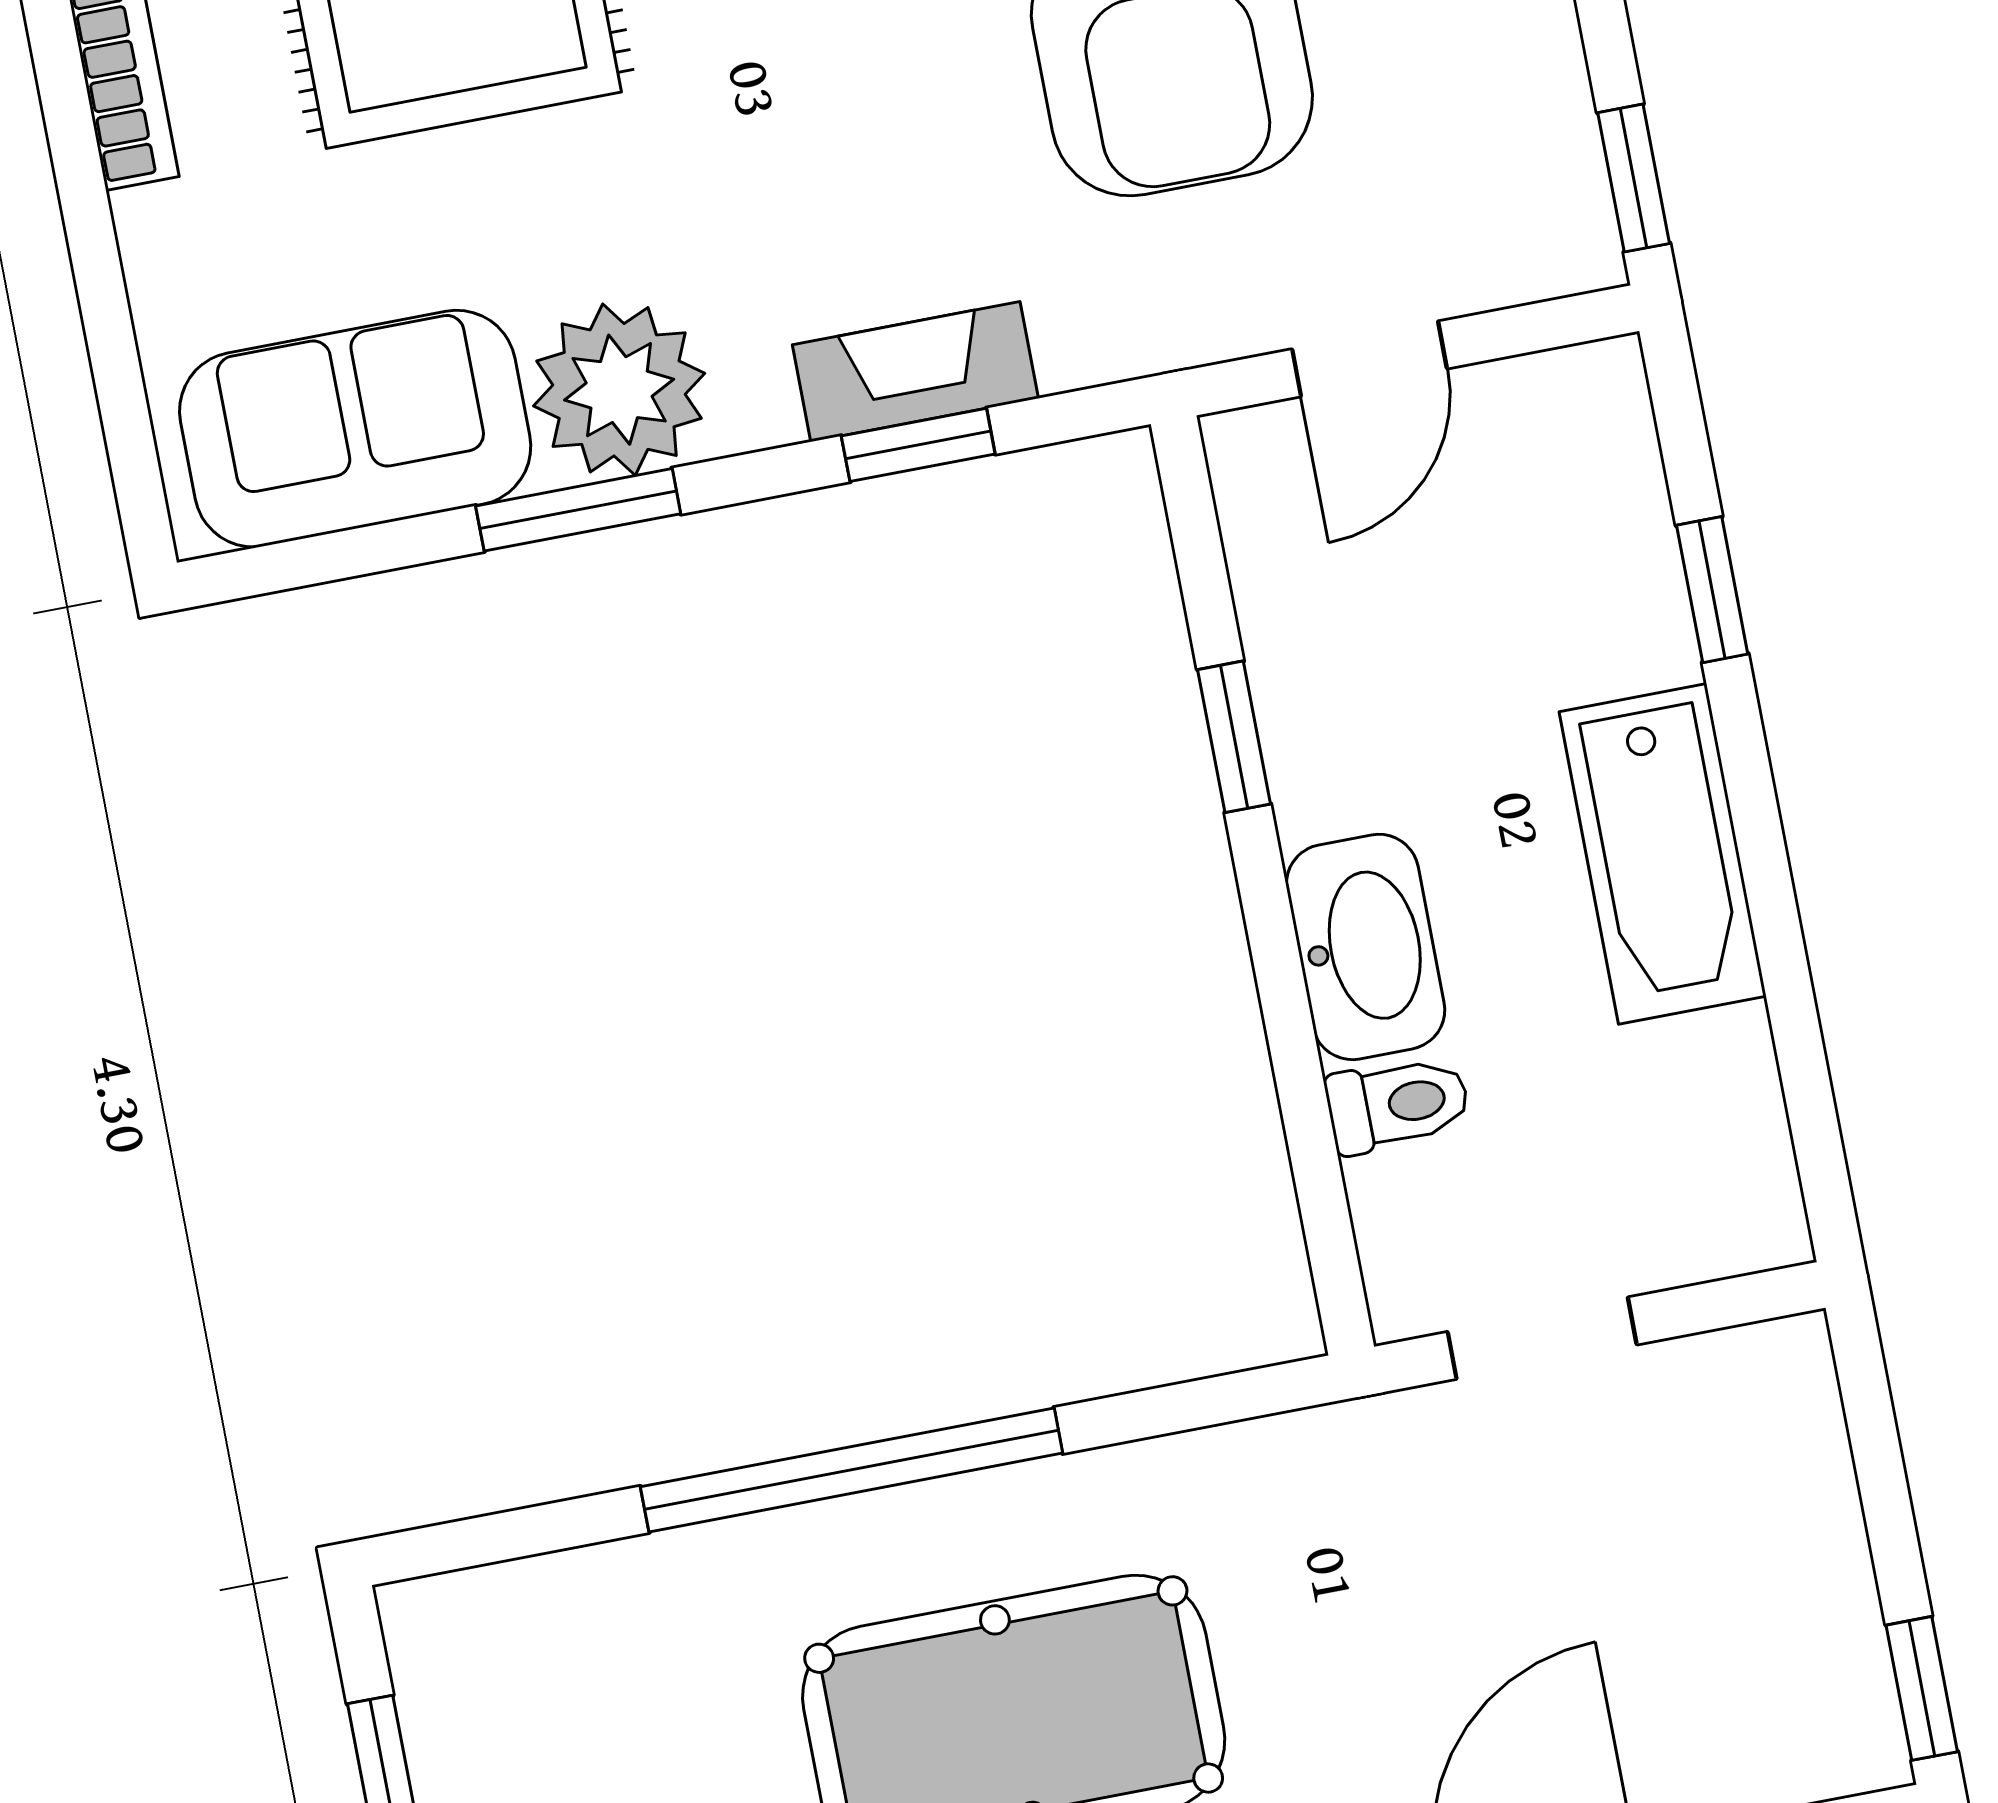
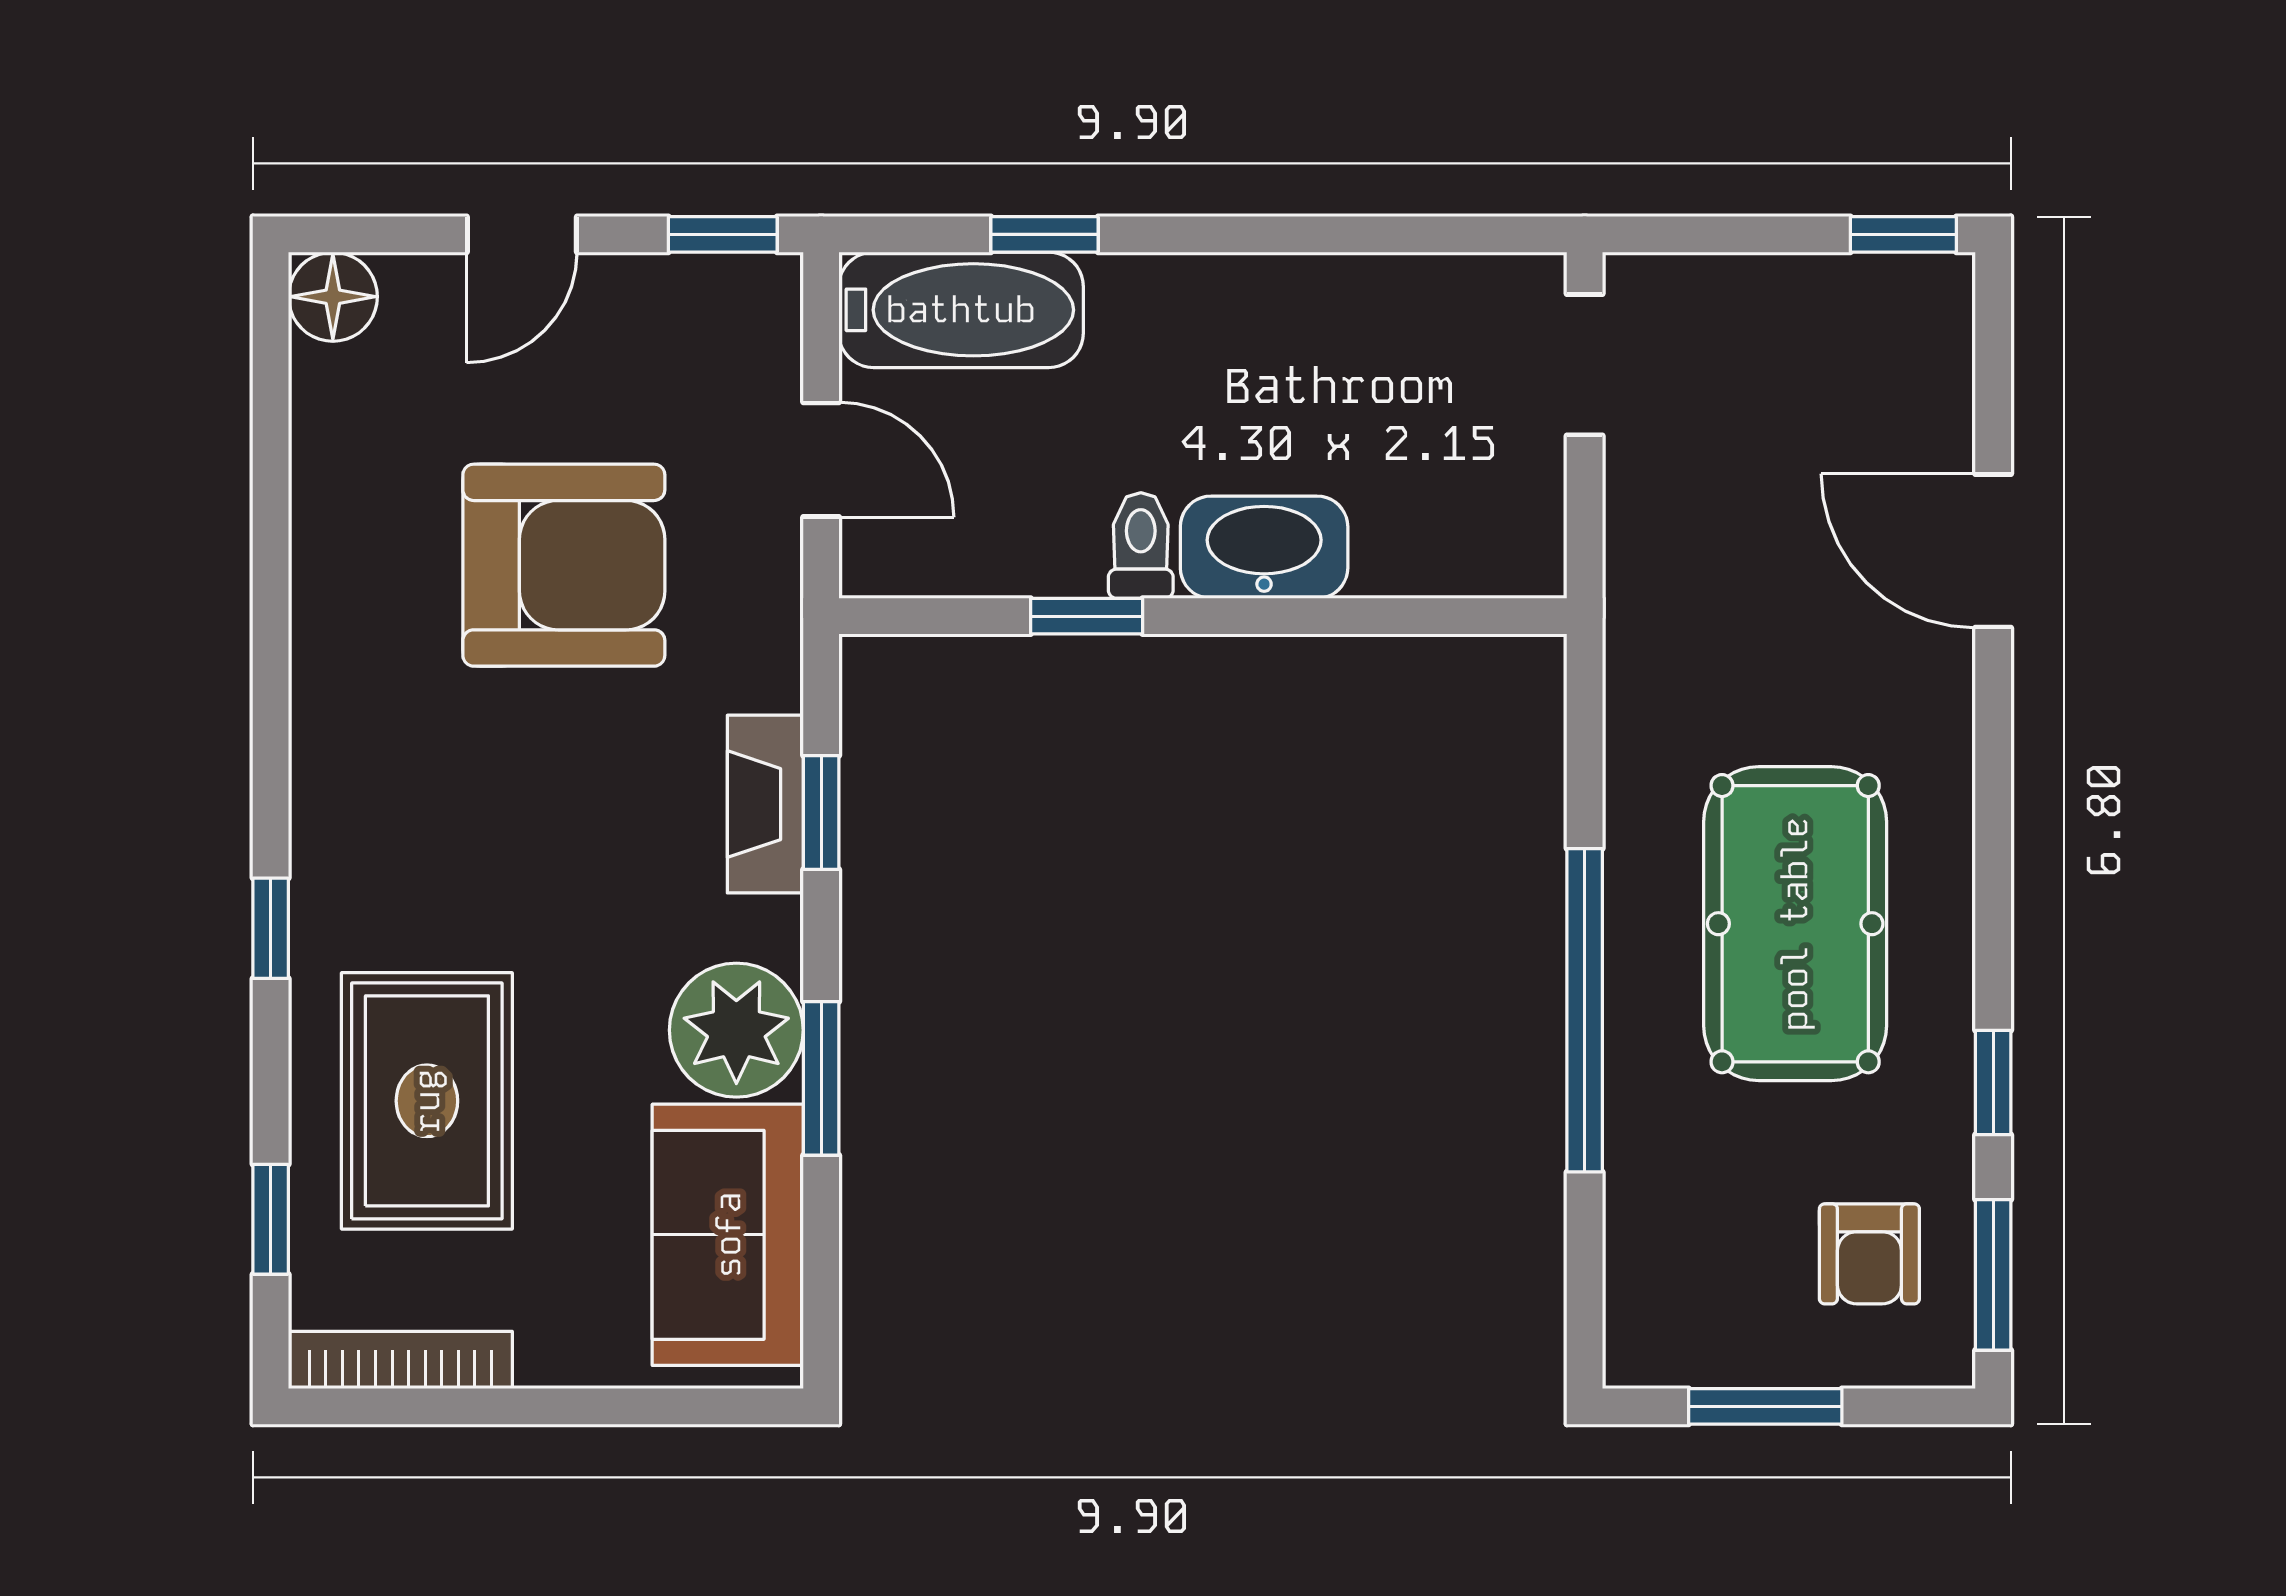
bathtub: (1663, 854) -> (961, 310), moved
toilet: (1398, 1104) -> (1141, 546), moved
doorway: (1542, 1338) -> (1585, 365), moved

